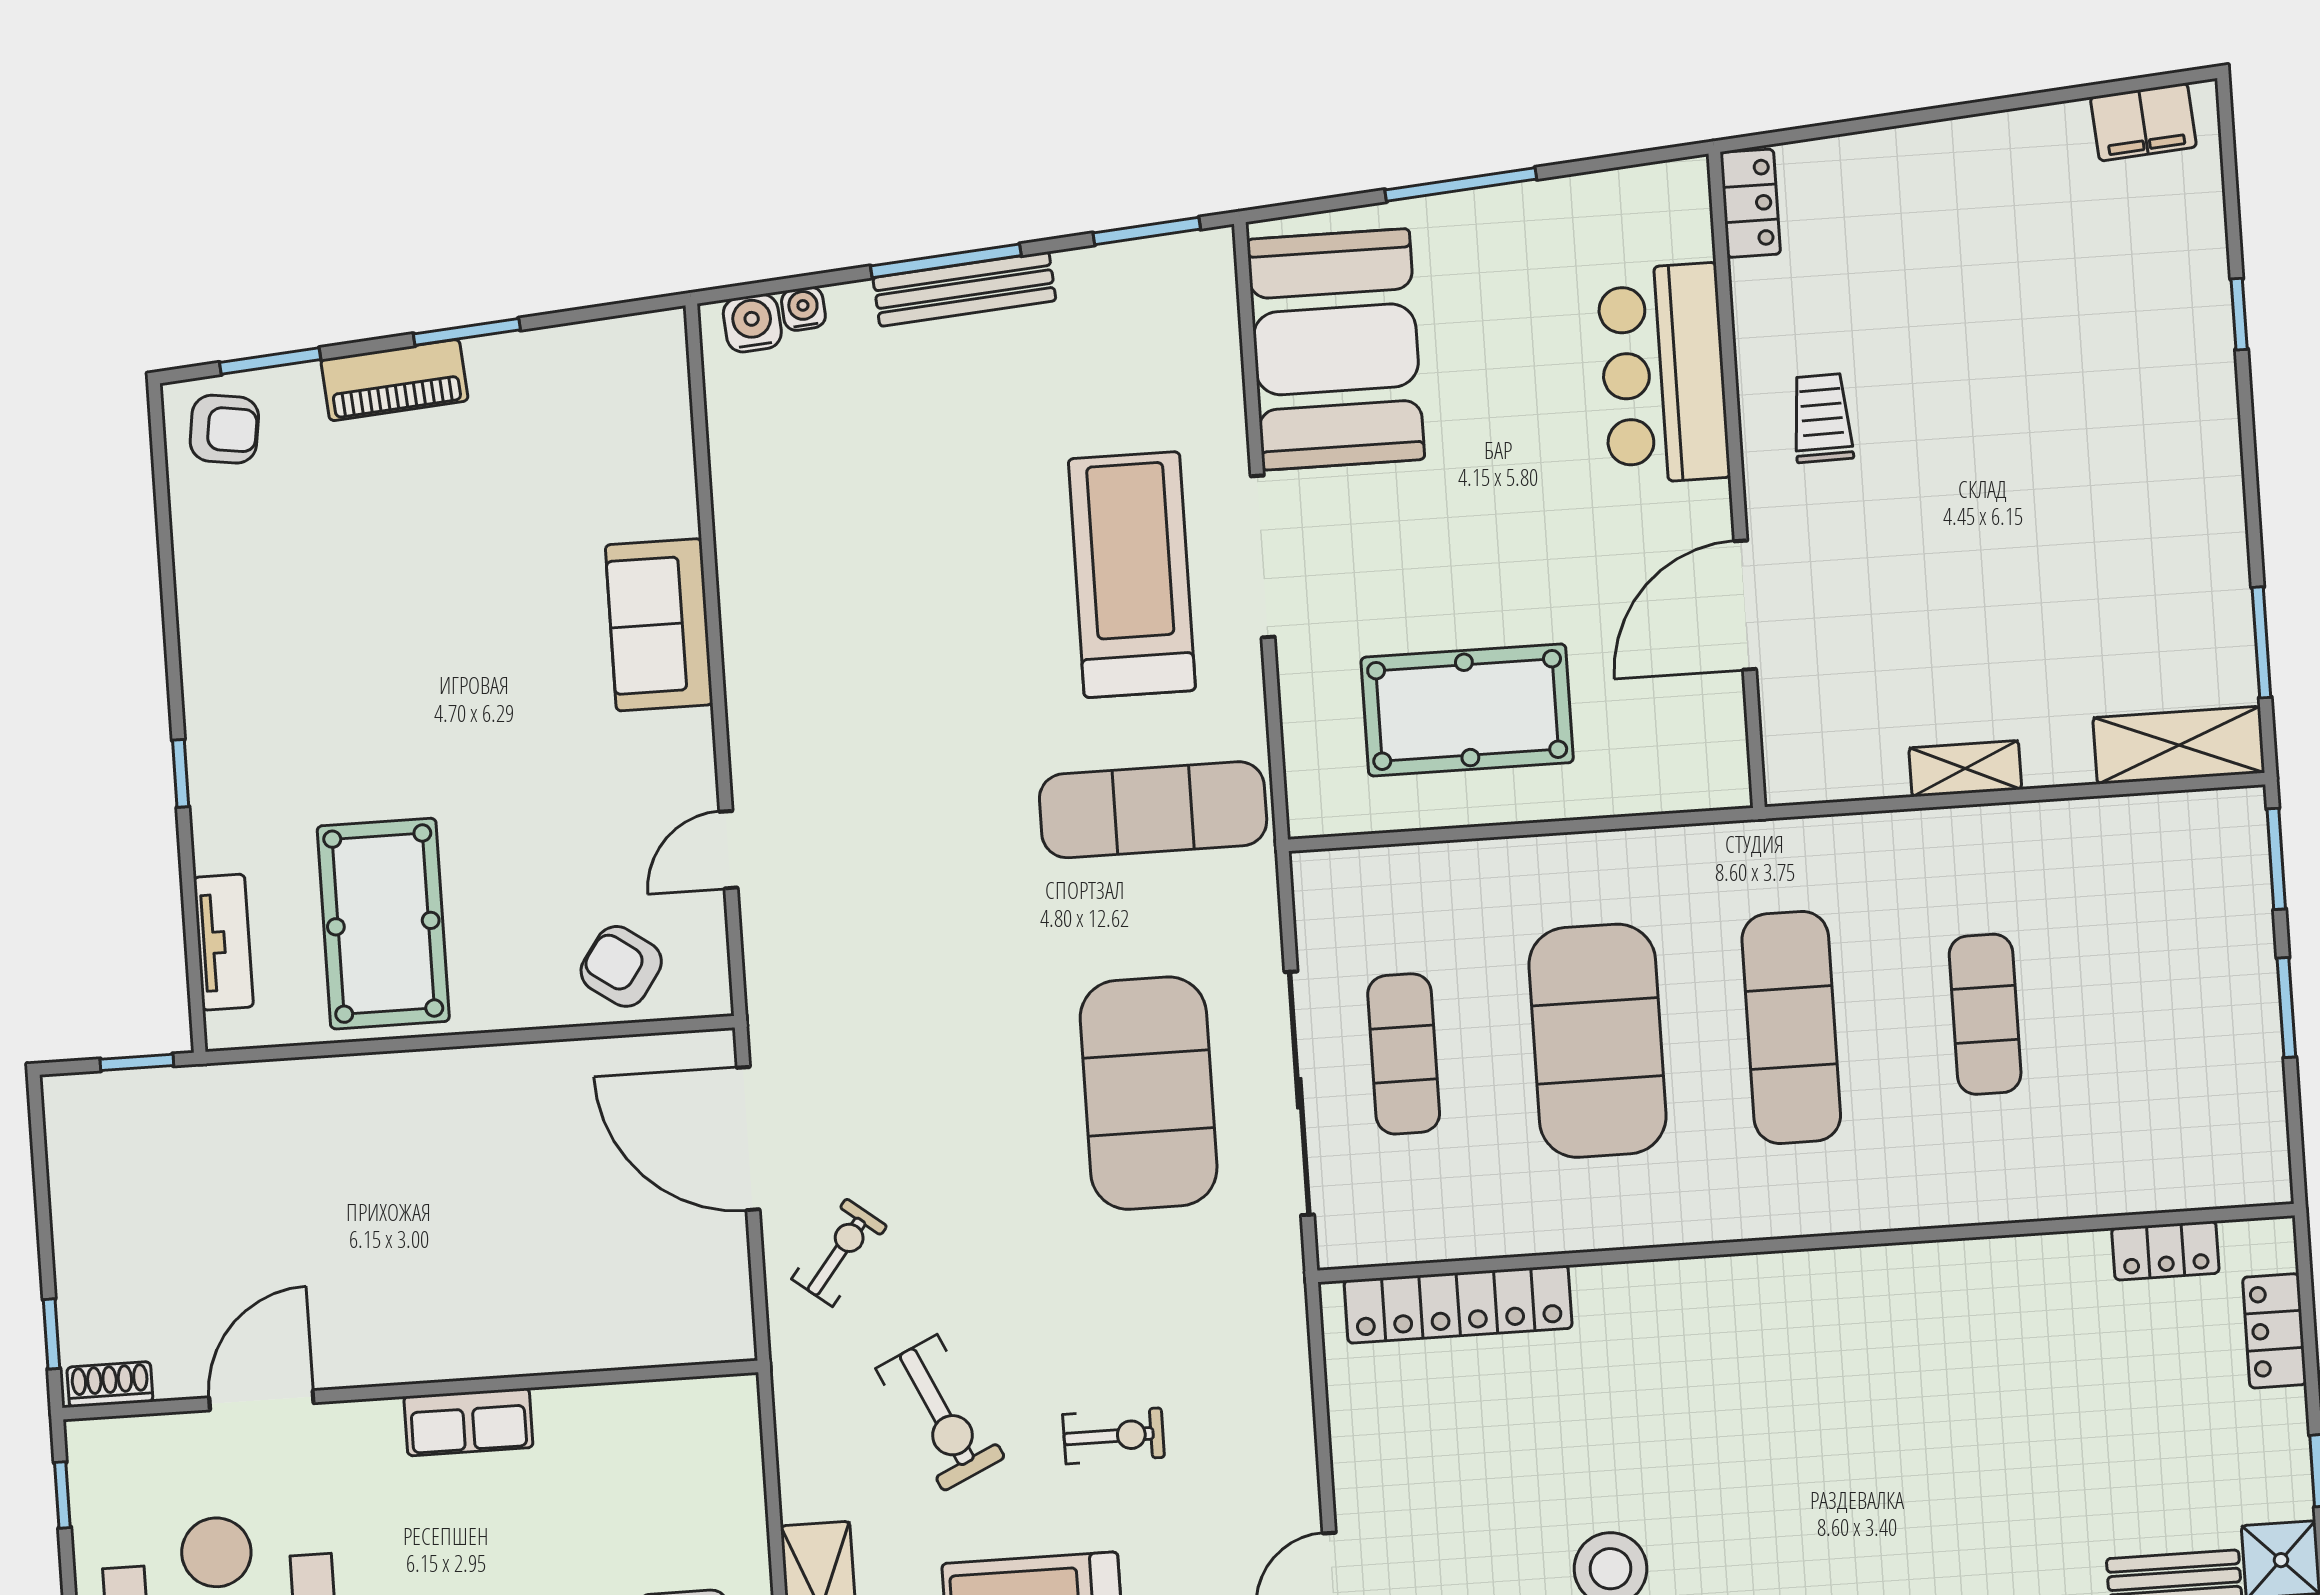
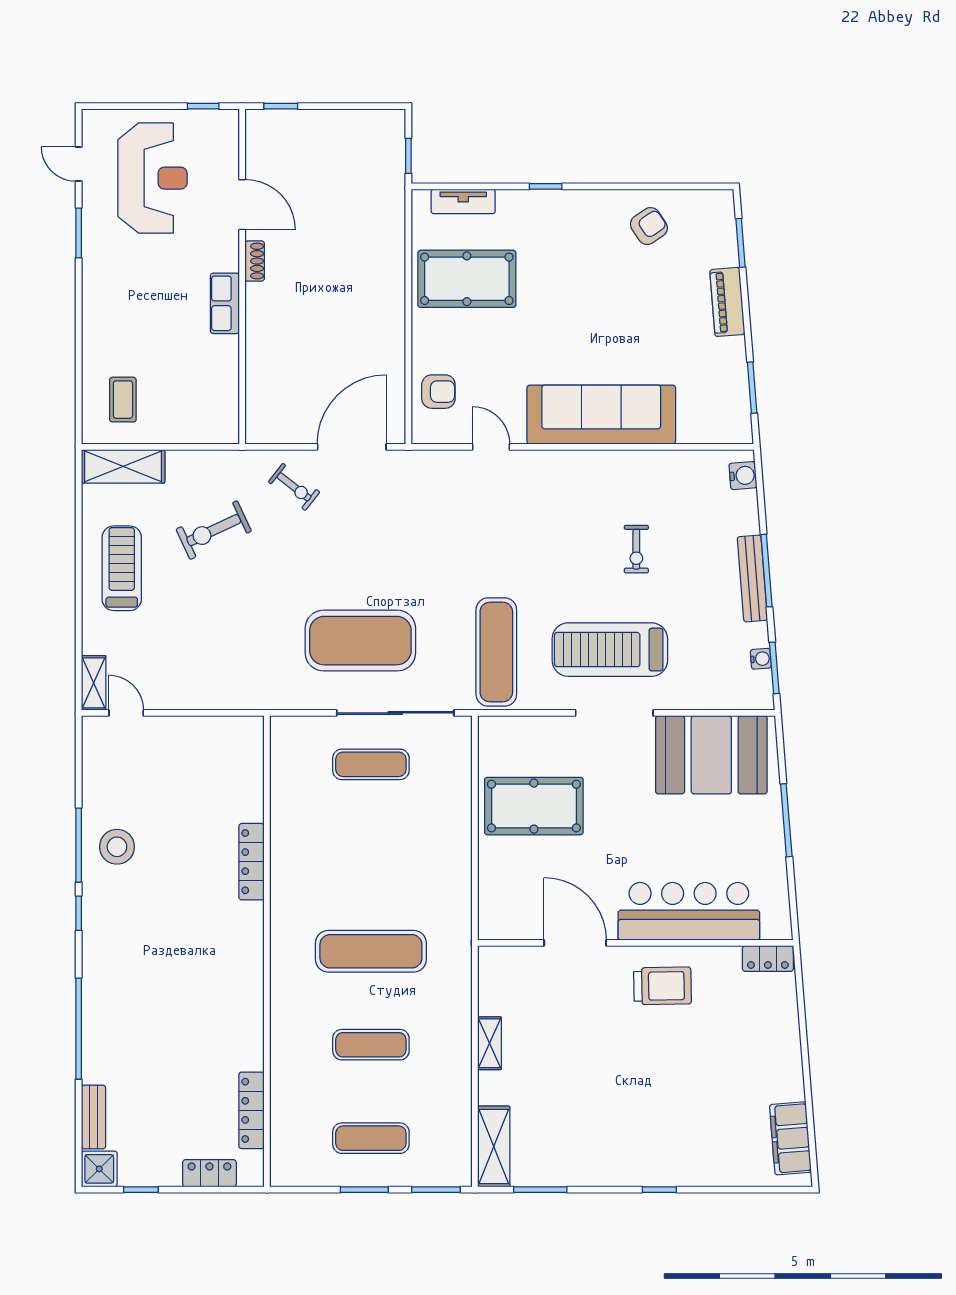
filing cabinet: (2143, 122) -> (790, 1138), width x1.50, depth x1.17
water cooler: (803, 309) -> (761, 659), moved
window: (2239, 314) -> (659, 1190), moved
window: (467, 332) -> (752, 388), moved
bar counter: (1664, 374) -> (689, 911), width x1.36
trolley: (1822, 418) -> (662, 986), width x1.36, depth x1.39
armchair: (224, 429) -> (649, 226), moved, turned -132
treadmill: (1132, 575) -> (610, 650), turned 180
sofa: (659, 625) -> (601, 415), width x1.85, depth x1.27
pool table: (1467, 710) -> (534, 806), turned 90
armchair: (621, 966) -> (438, 392), turned 55
exercise mat: (1597, 1041) -> (371, 1138), moved, width x0.50, depth x0.69
sliding door: (1299, 1093) -> (395, 713), moved
locker: (2165, 1251) -> (252, 1110), width x1.53
locker: (1458, 1304) -> (252, 862), moved, width x0.71, depth x0.83
shoe rack: (110, 1384) -> (255, 261), moved
exercise bike: (1114, 1436) -> (636, 549), moved

